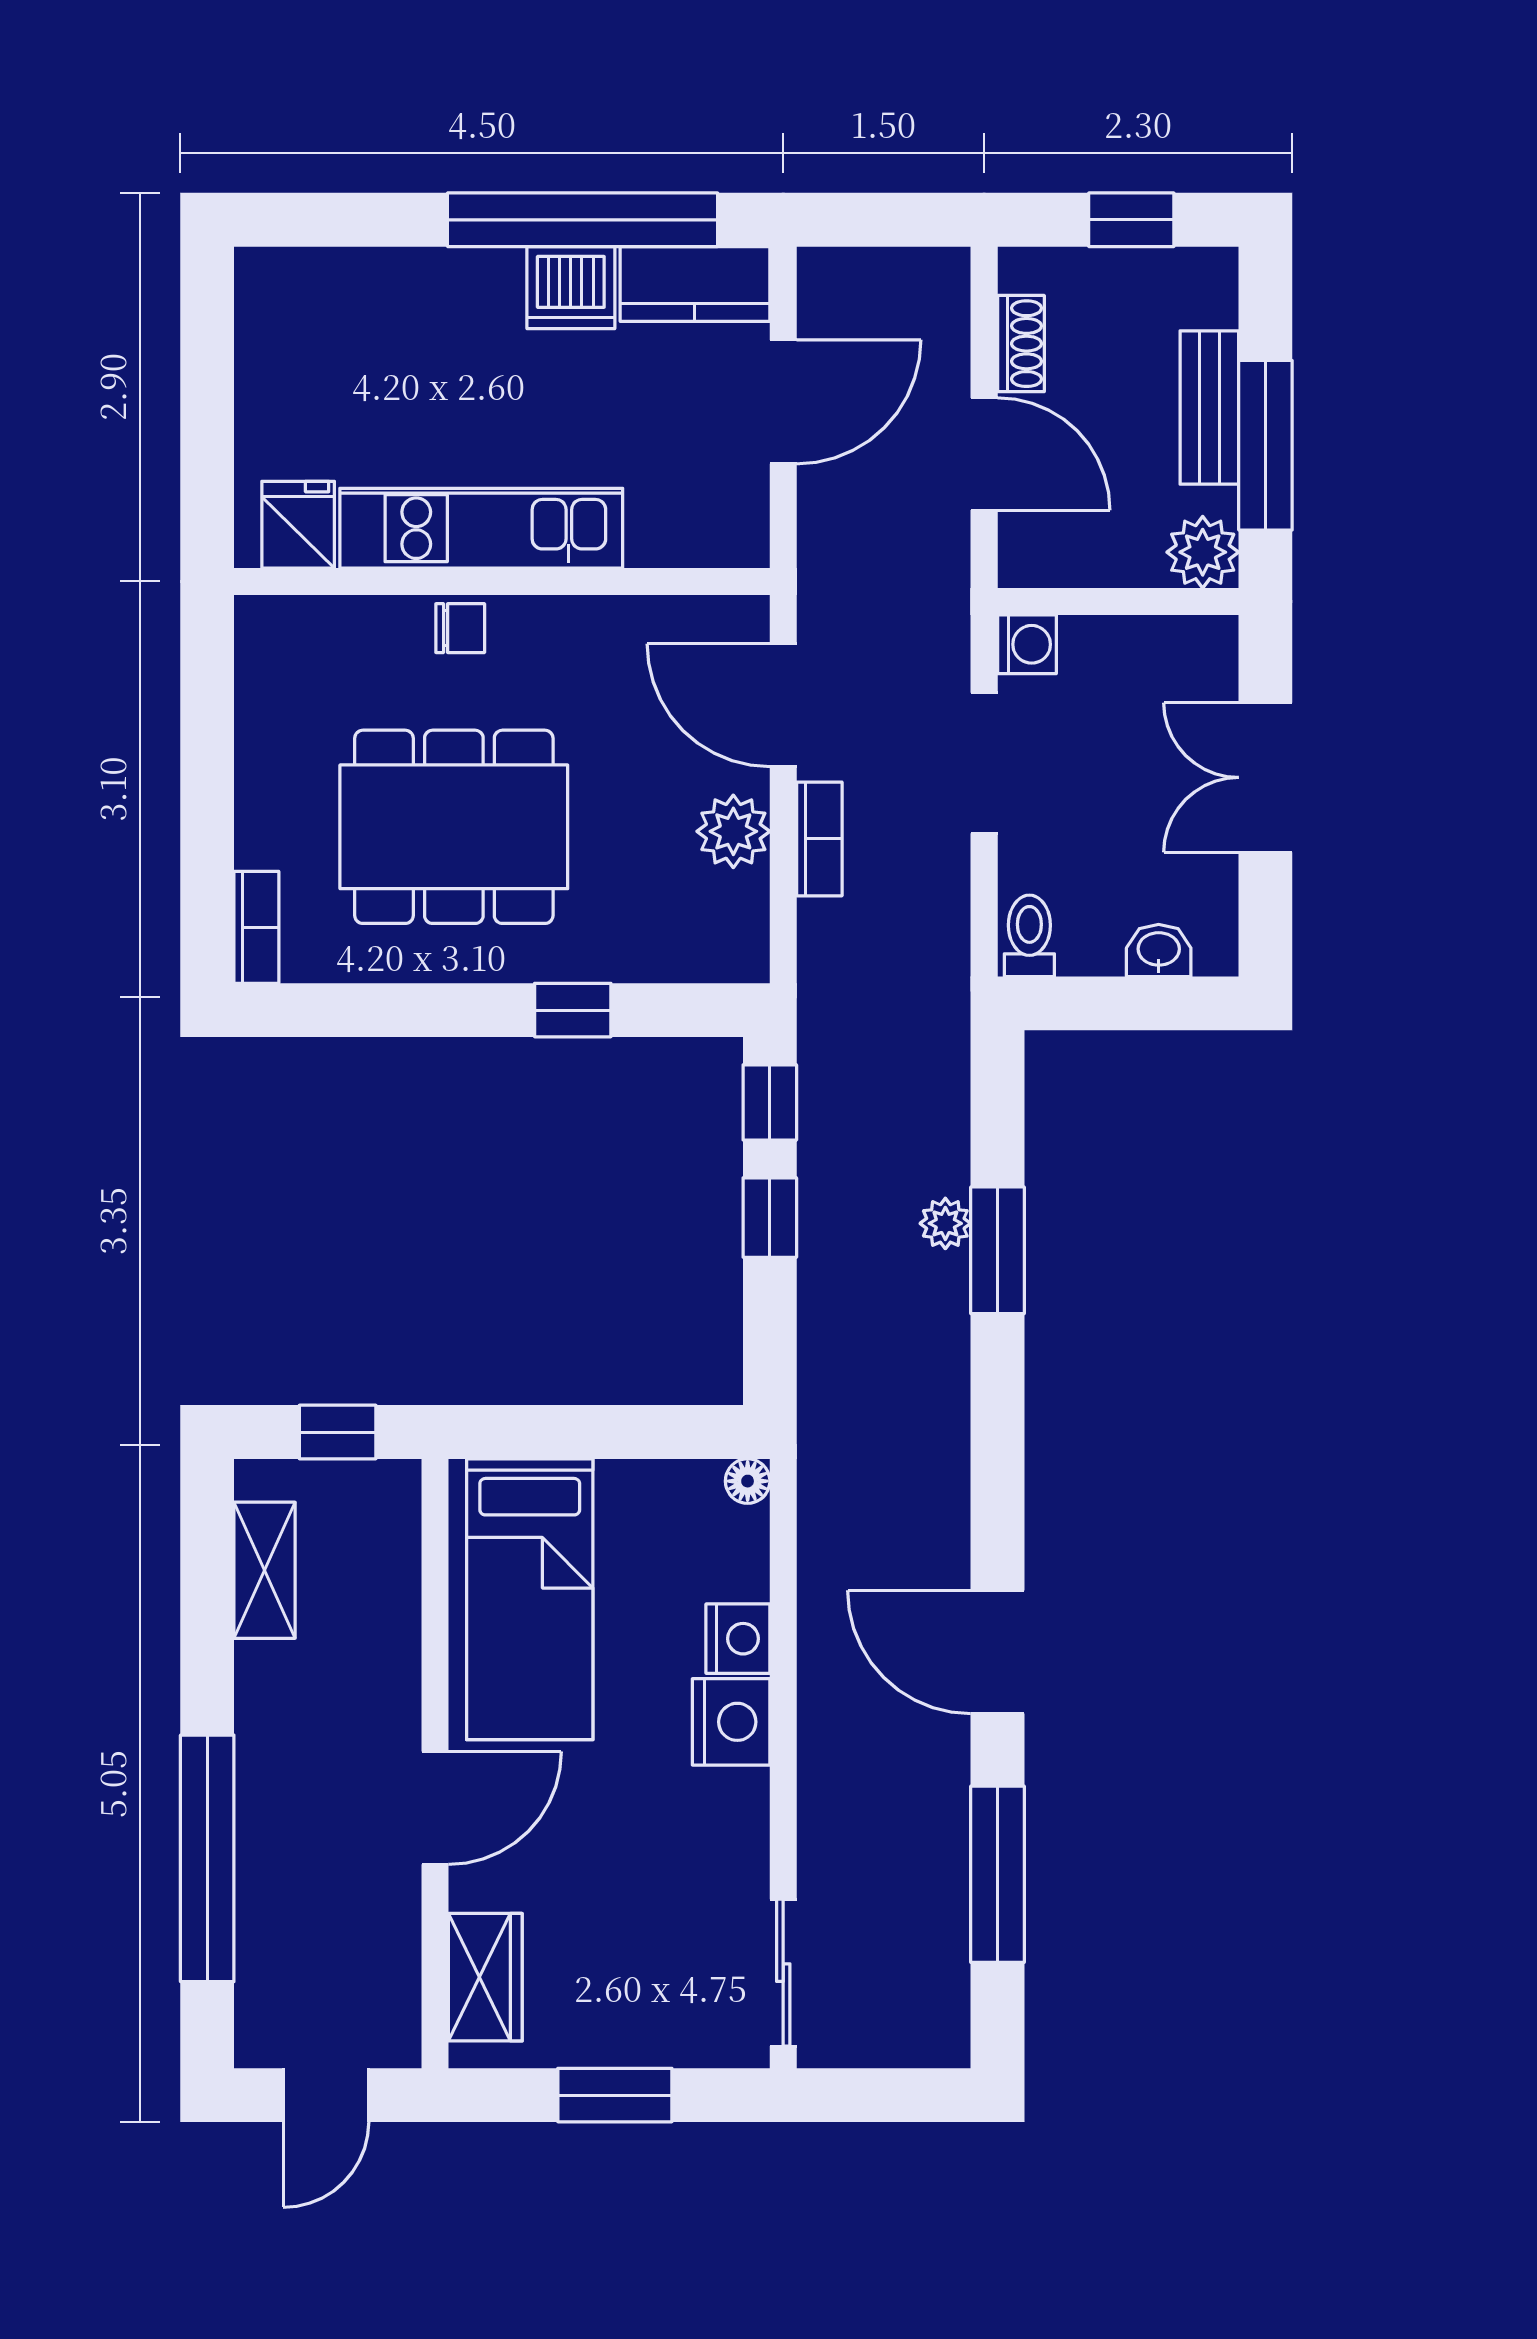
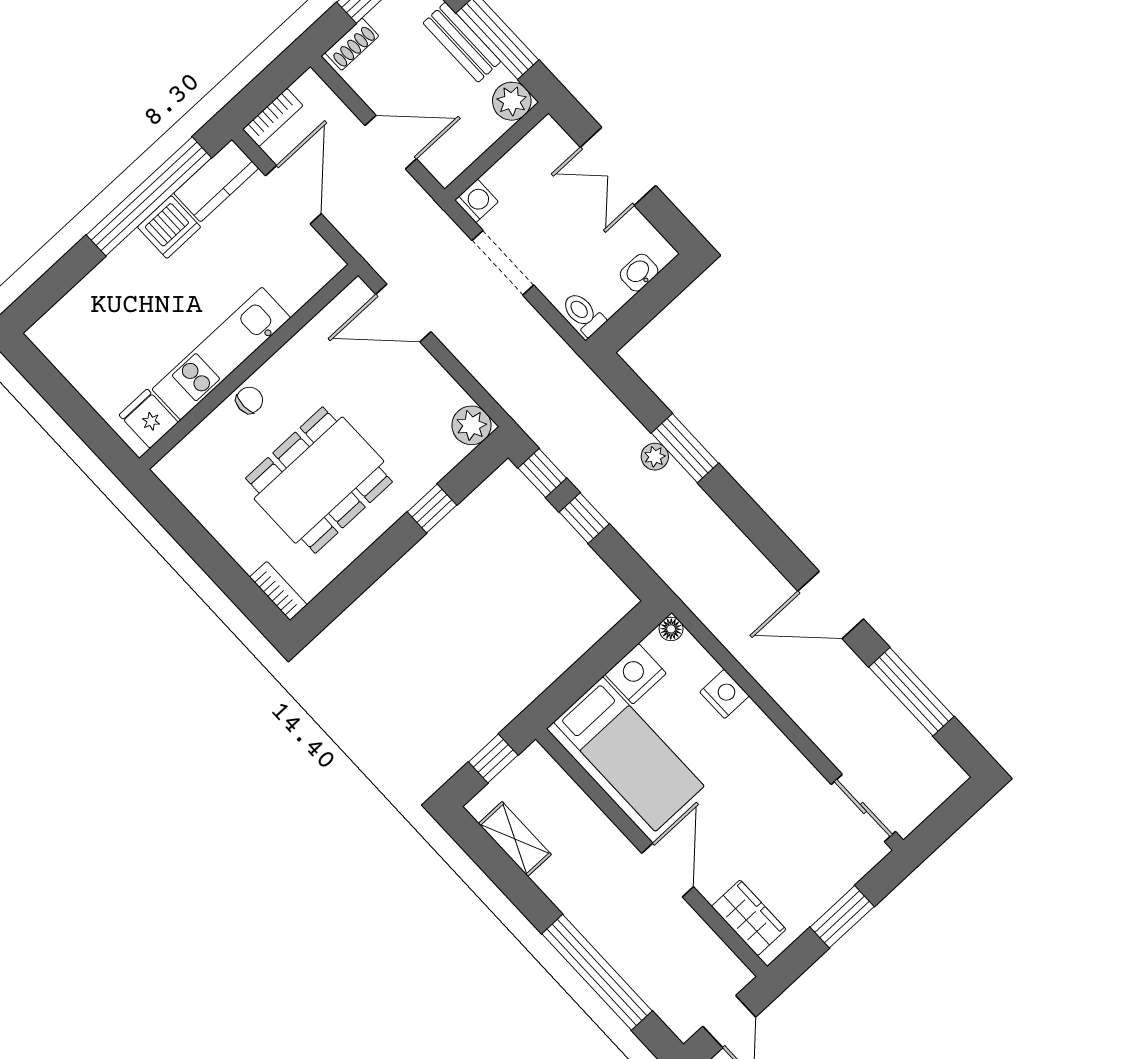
shoe rack: (1021, 344) -> (352, 44), moved, turned 90
plant: (733, 831) -> (471, 425), moved
bookcase: (819, 839) -> (273, 117), moved, turned 90
nightstand: (731, 1722) -> (636, 674), moved, turned -90

